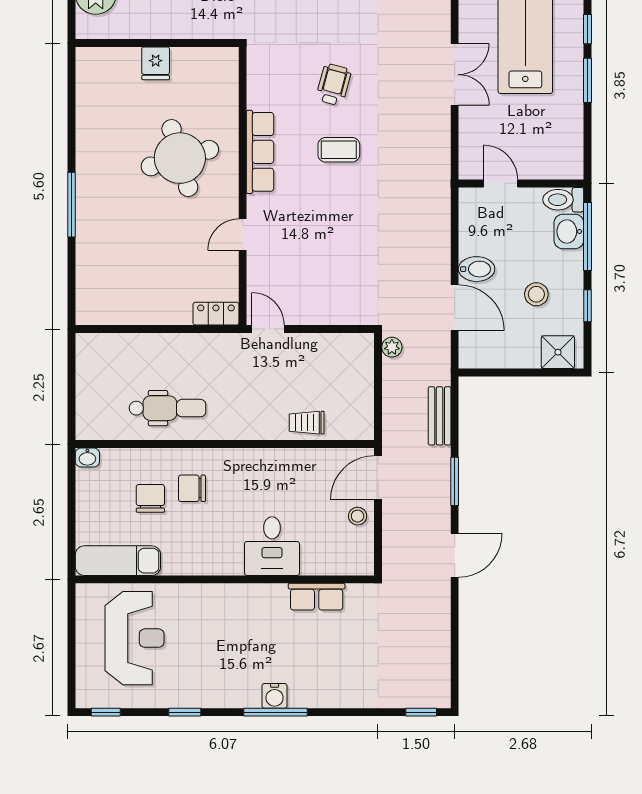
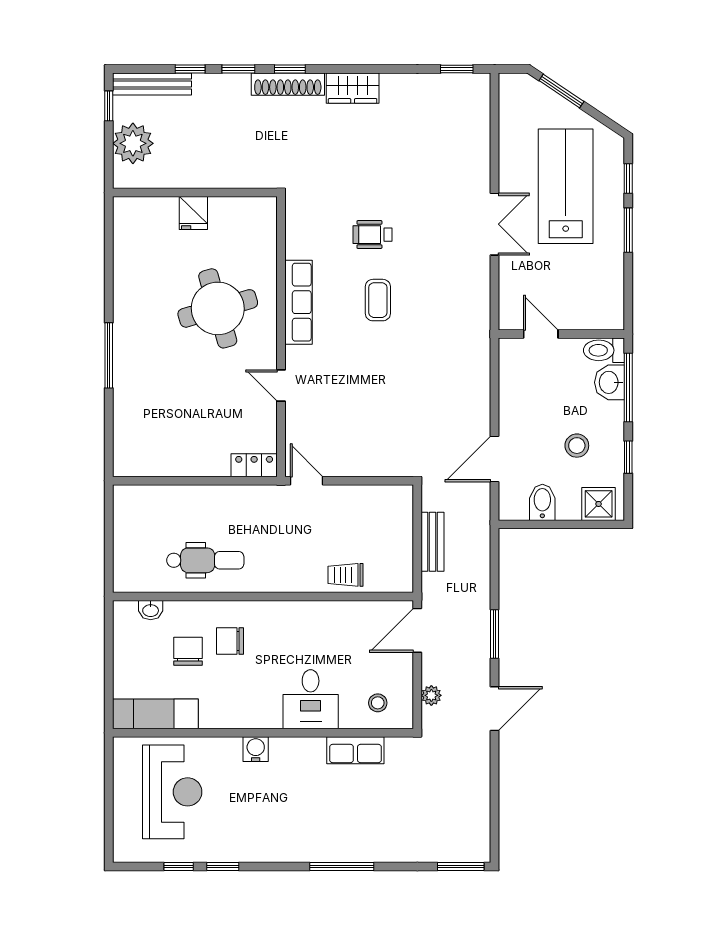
wheelchair: (334, 85) -> (373, 235), turned -105
coffee table: (339, 150) -> (378, 300), turned 90
door: (243, 235) -> (281, 385), hinge flipped
bidet: (477, 269) -> (542, 502), moved, turned -90
door: (455, 308) -> (495, 459), swing flipped
plant: (392, 347) -> (431, 695), moved
bench: (440, 416) -> (432, 542), moved
washbasin: (87, 458) -> (151, 610), moved
stool: (358, 516) -> (378, 703), moved
water cooler: (275, 696) -> (256, 749), moved, turned 180
window: (106, 712) -> (179, 867), moved
window: (275, 712) -> (342, 867), moved
window: (421, 712) -> (461, 867), width x1.50

